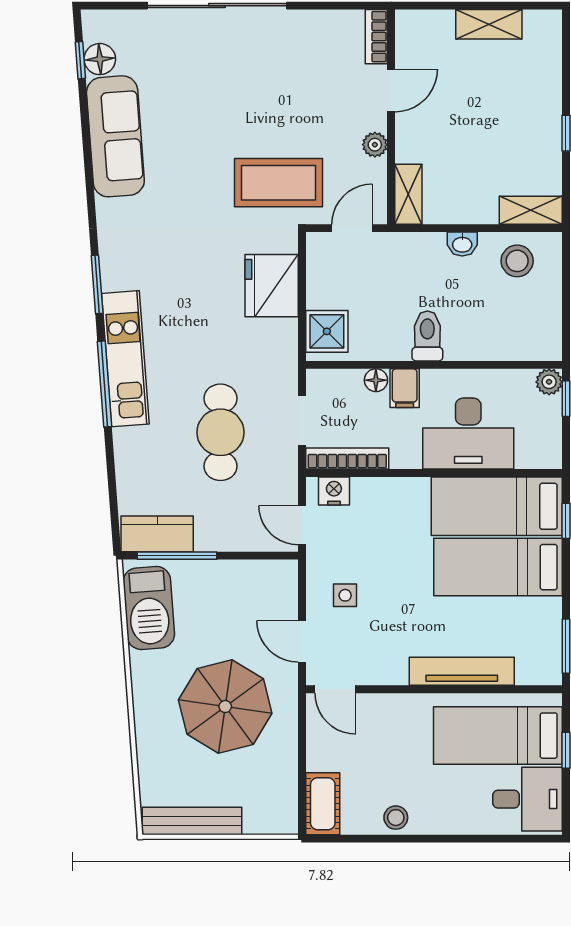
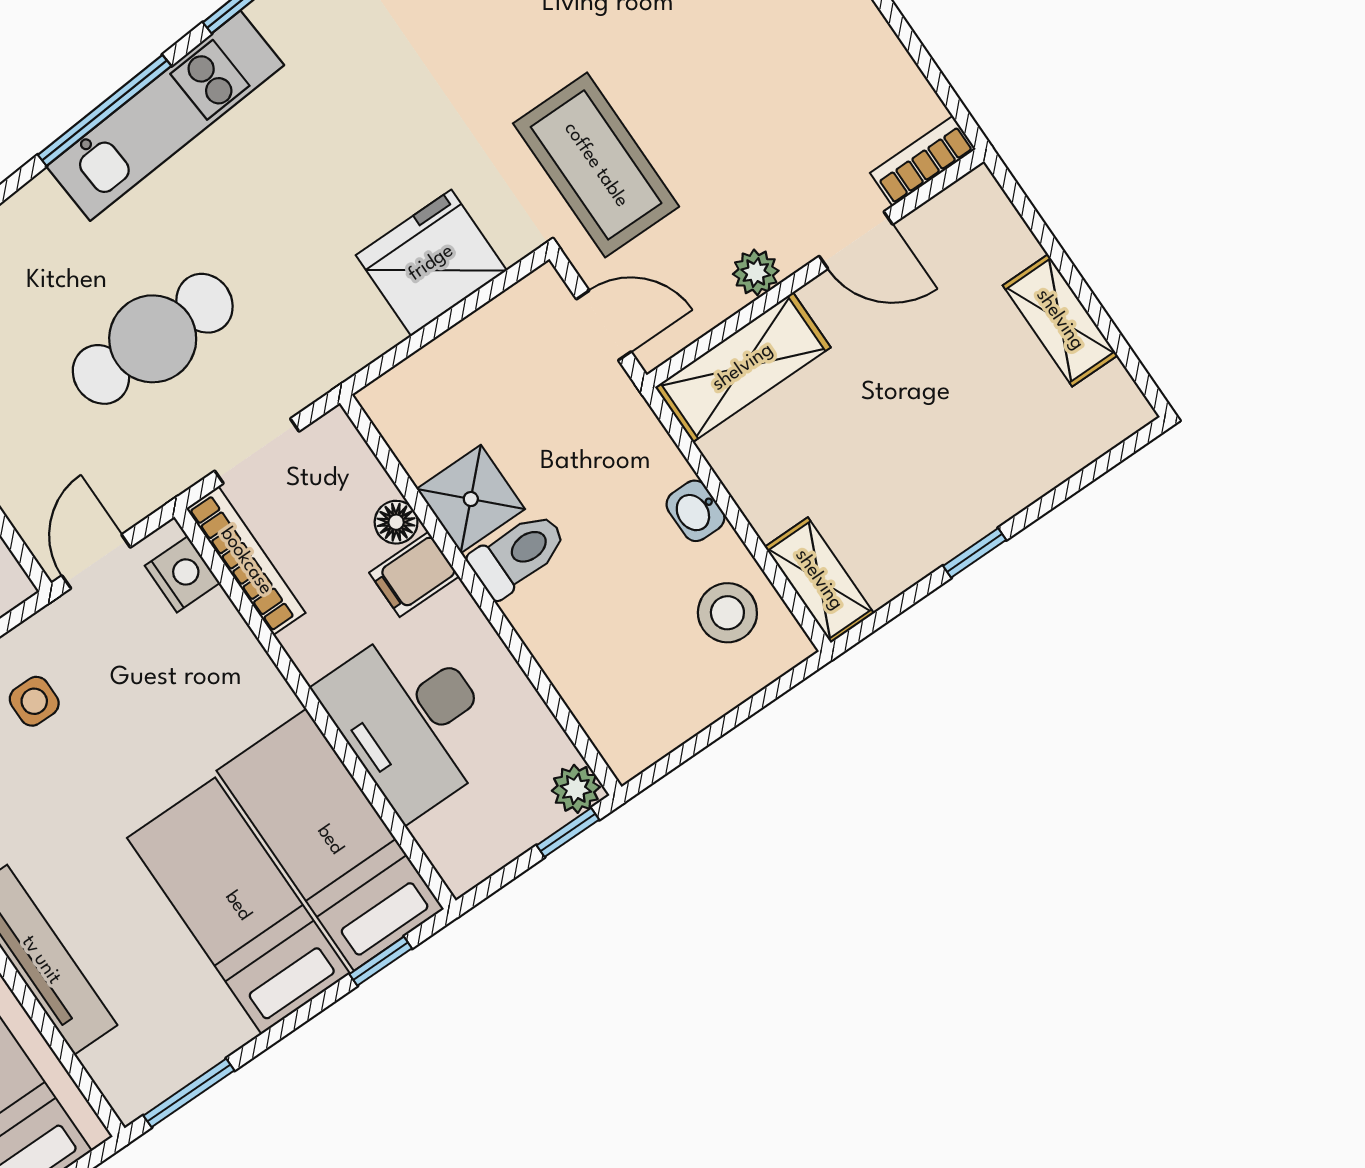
shelving: (408, 194) -> (743, 367), width x1.50, depth x1.33
shower: (327, 331) -> (471, 499), moved

